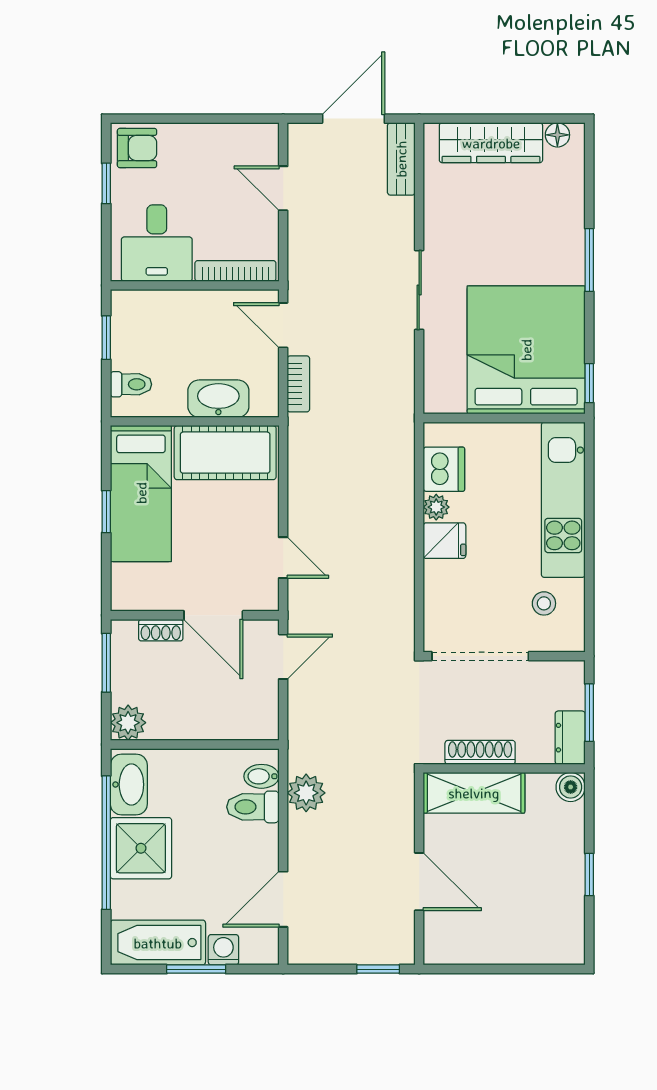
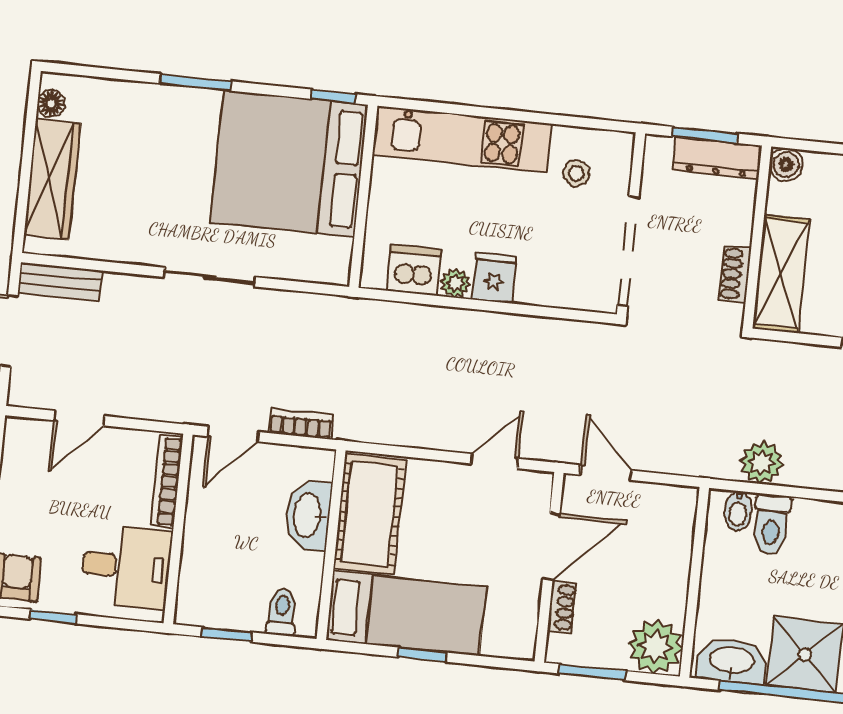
plant: (128, 723) -> (656, 647), width x1.36, depth x1.36
dresser: (570, 738) -> (717, 158), width x1.44
shoe rack: (480, 752) -> (735, 274), width x0.70

